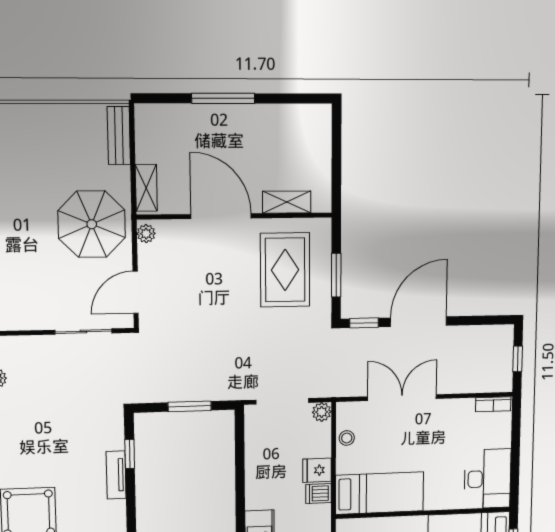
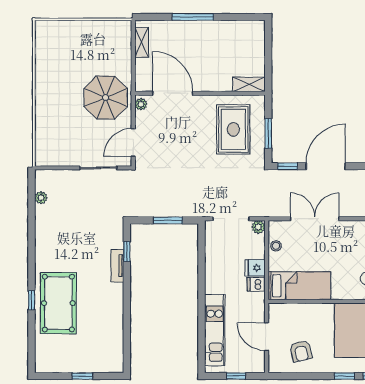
bench: (119, 136) -> (125, 41), removed
shelving: (146, 188) -> (142, 42), moved
shelving: (287, 202) -> (249, 84), moved
door: (221, 216) -> (173, 93), moved

